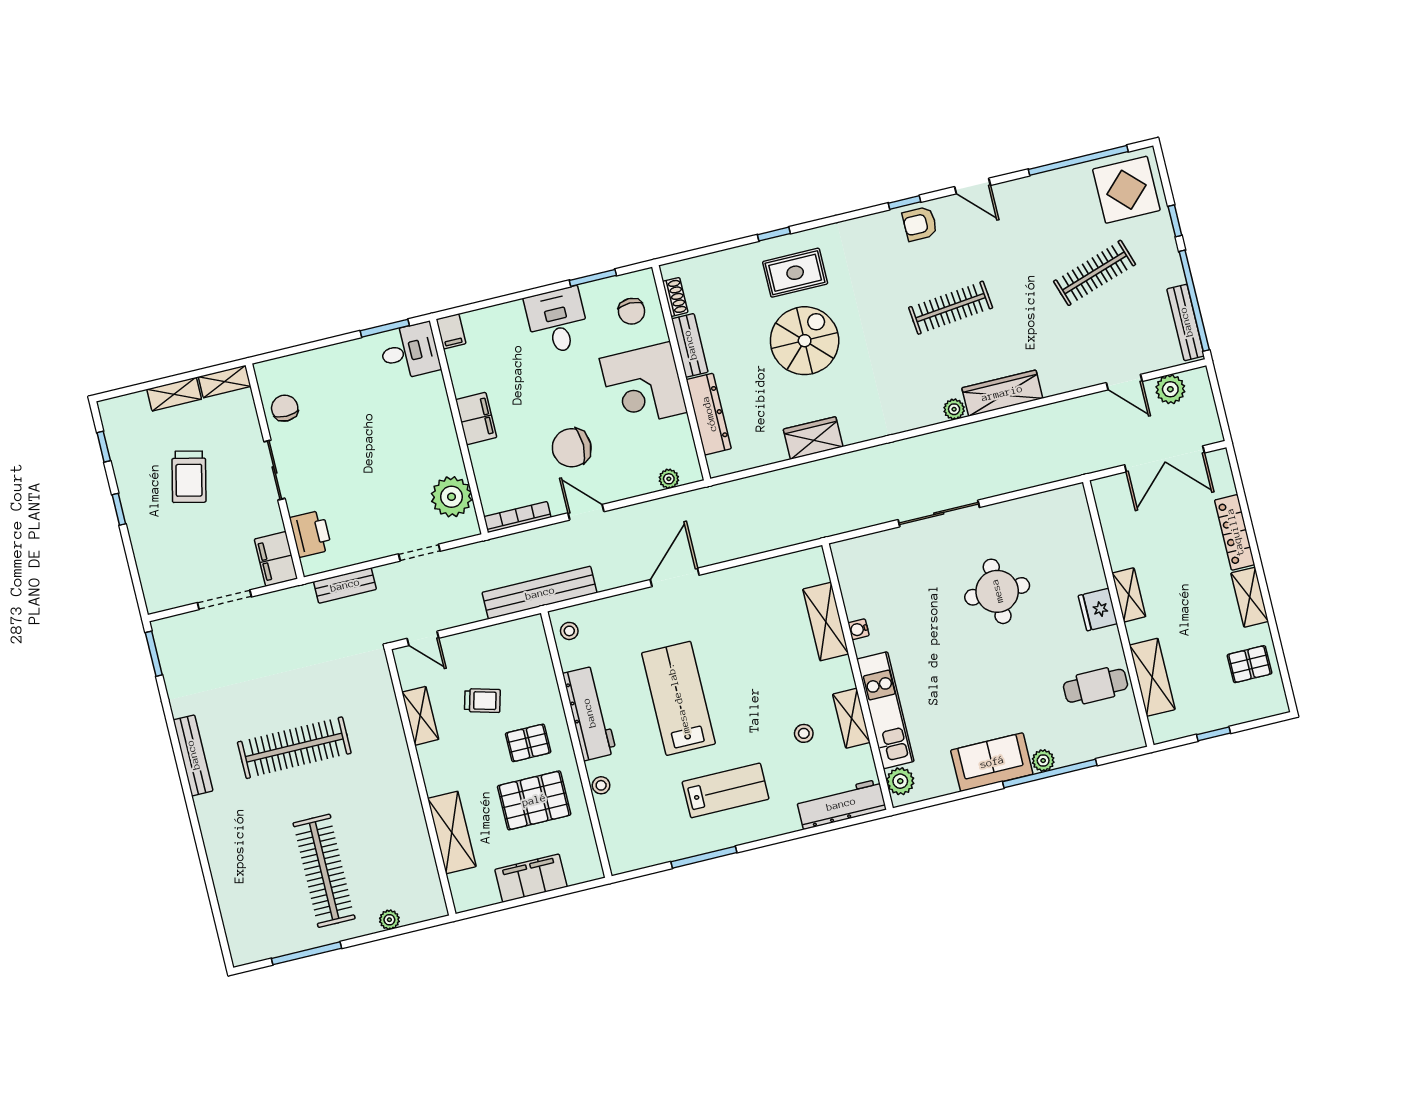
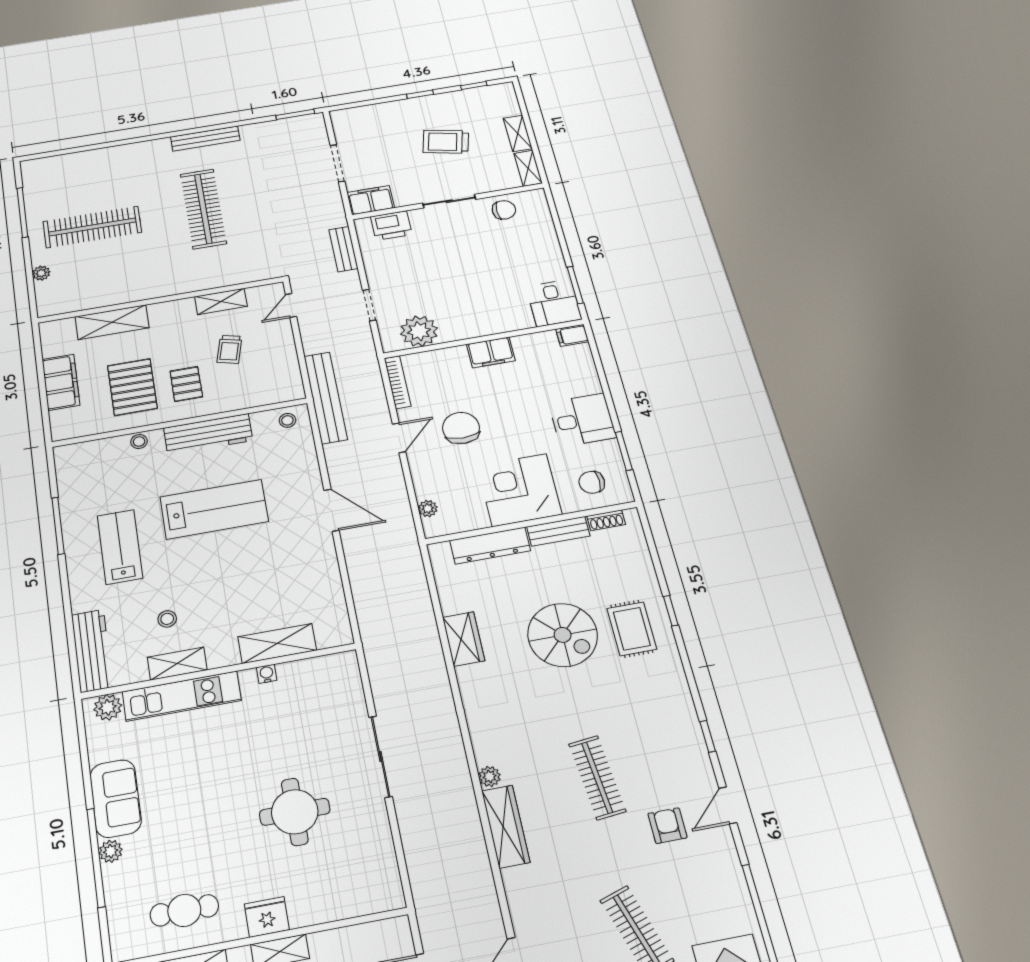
armchair: (920, 224) -> (667, 826), moved
cafe table: (1095, 686) -> (184, 910), turned 90
lab bench: (726, 790) -> (120, 547), turned 180

